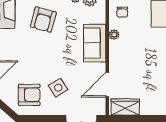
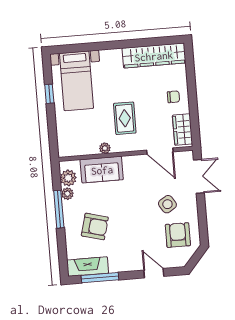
chair: (122, 12) -> (173, 97), moved
sofa: (95, 43) -> (102, 170), moved
rug: (140, 55) -> (125, 118), added

